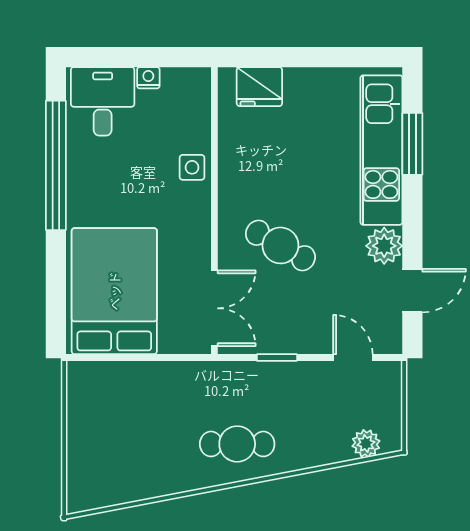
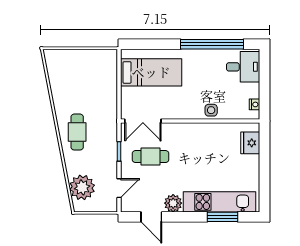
nightstand: (148, 78) -> (255, 104), moved
cafe table: (280, 245) -> (151, 157), moved, turned 61
bed: (114, 291) -> (151, 72), width x0.67
plant: (366, 443) -> (82, 187), width x1.88, depth x1.88

